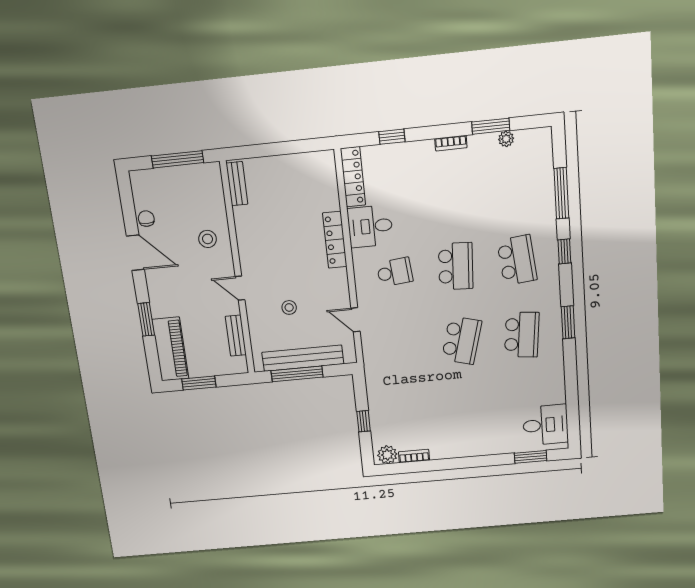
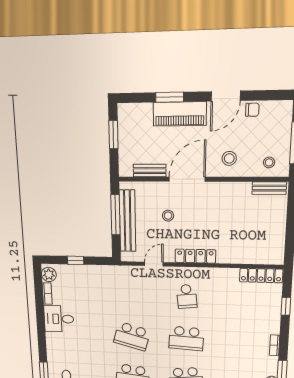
stool: (205, 189) -> (269, 162), added
desk: (370, 226) -> (59, 319), moved, turned -90
locker: (335, 240) -> (195, 256), moved
door: (240, 288) -> (187, 179), width x1.87
piano: (170, 349) -> (180, 114), moved

